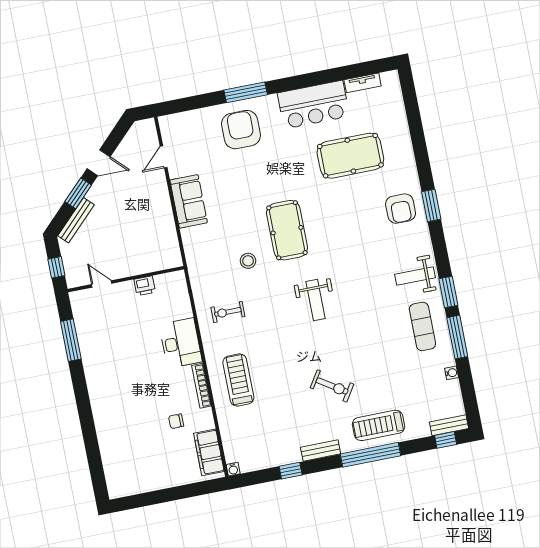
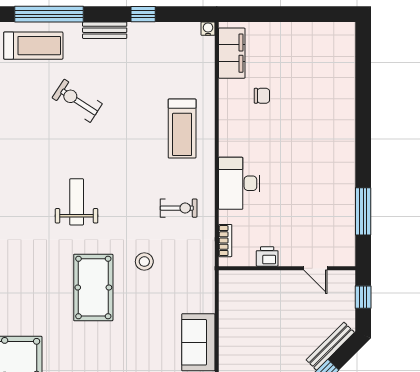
bookcase: (201, 386) -> (225, 241), moved, width x0.64

